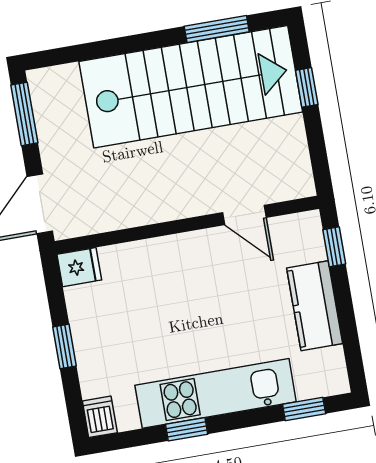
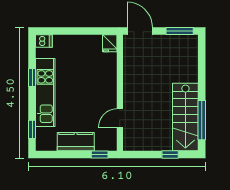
window: (217, 29) -> (202, 120), width x1.44
stairs: (191, 87) -> (185, 117), width x0.73, depth x0.66
window: (64, 346) -> (77, 31), removed

